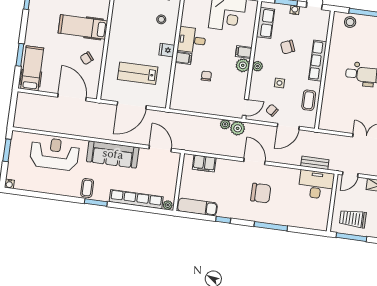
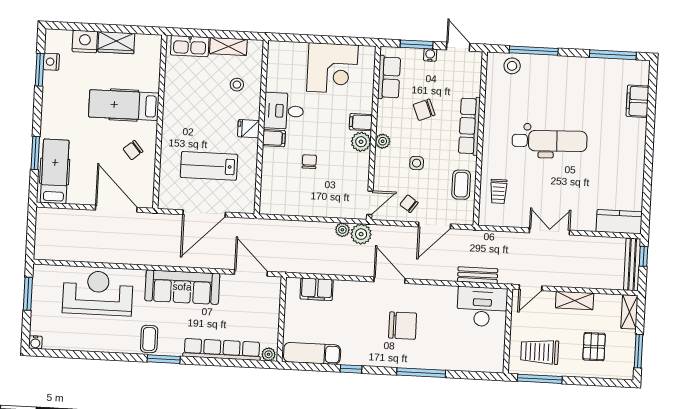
trolley: (334, 107) -> (499, 191), added

